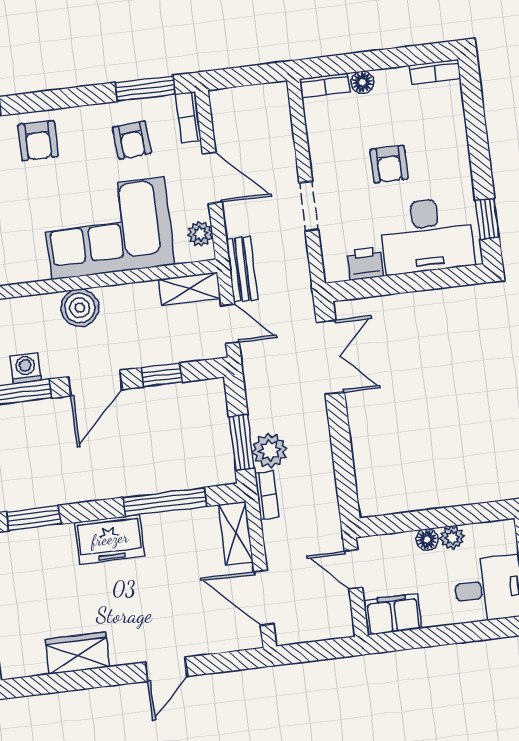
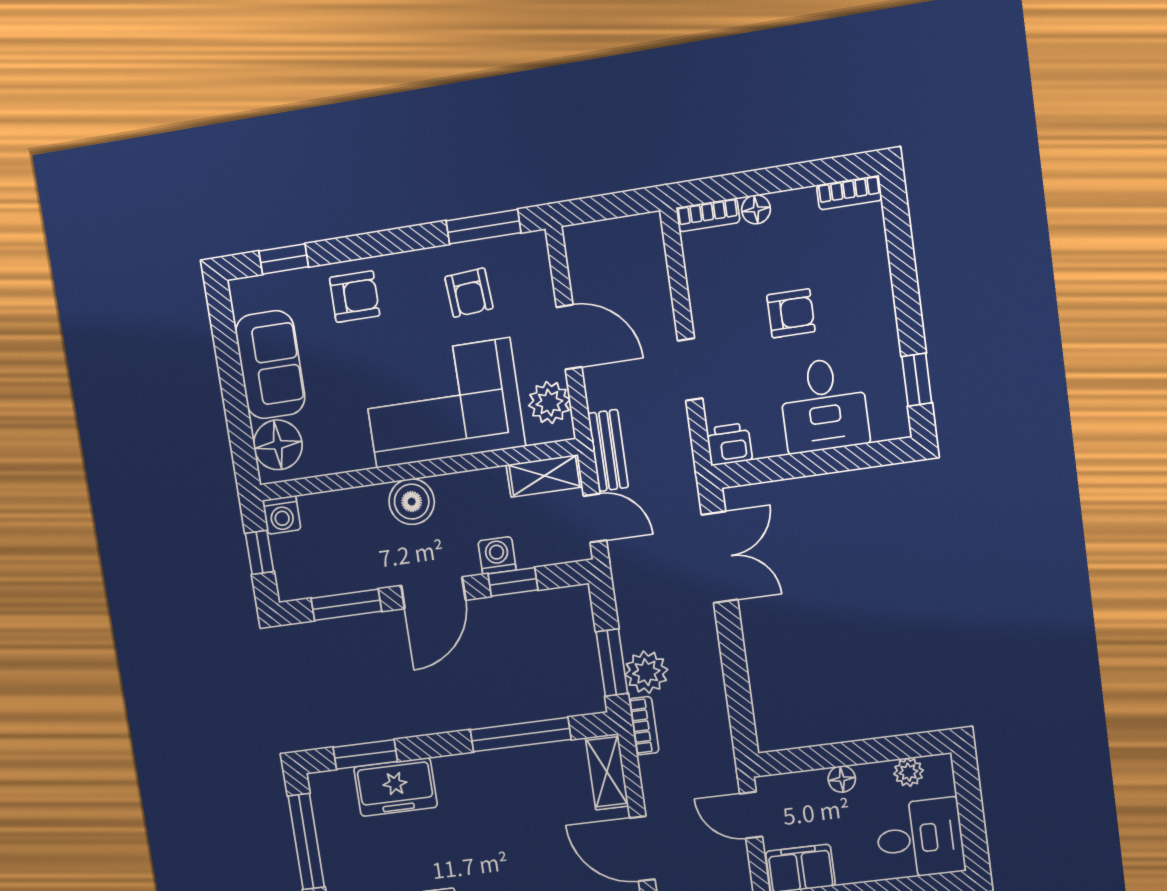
bookcase: (189, 117) -> (538, 261), removed
armchair: (38, 141) -> (355, 297), turned -90
armchair: (389, 164) -> (791, 313), turned -90
plant: (200, 234) -> (549, 403), width x1.38, depth x1.38
desk: (427, 235) -> (824, 405), width x0.73
printer: (365, 263) -> (729, 444), moved
washing machine: (26, 368) -> (497, 555), moved
plant: (452, 538) -> (908, 772), moved
freezer: (110, 539) -> (395, 787), moved

